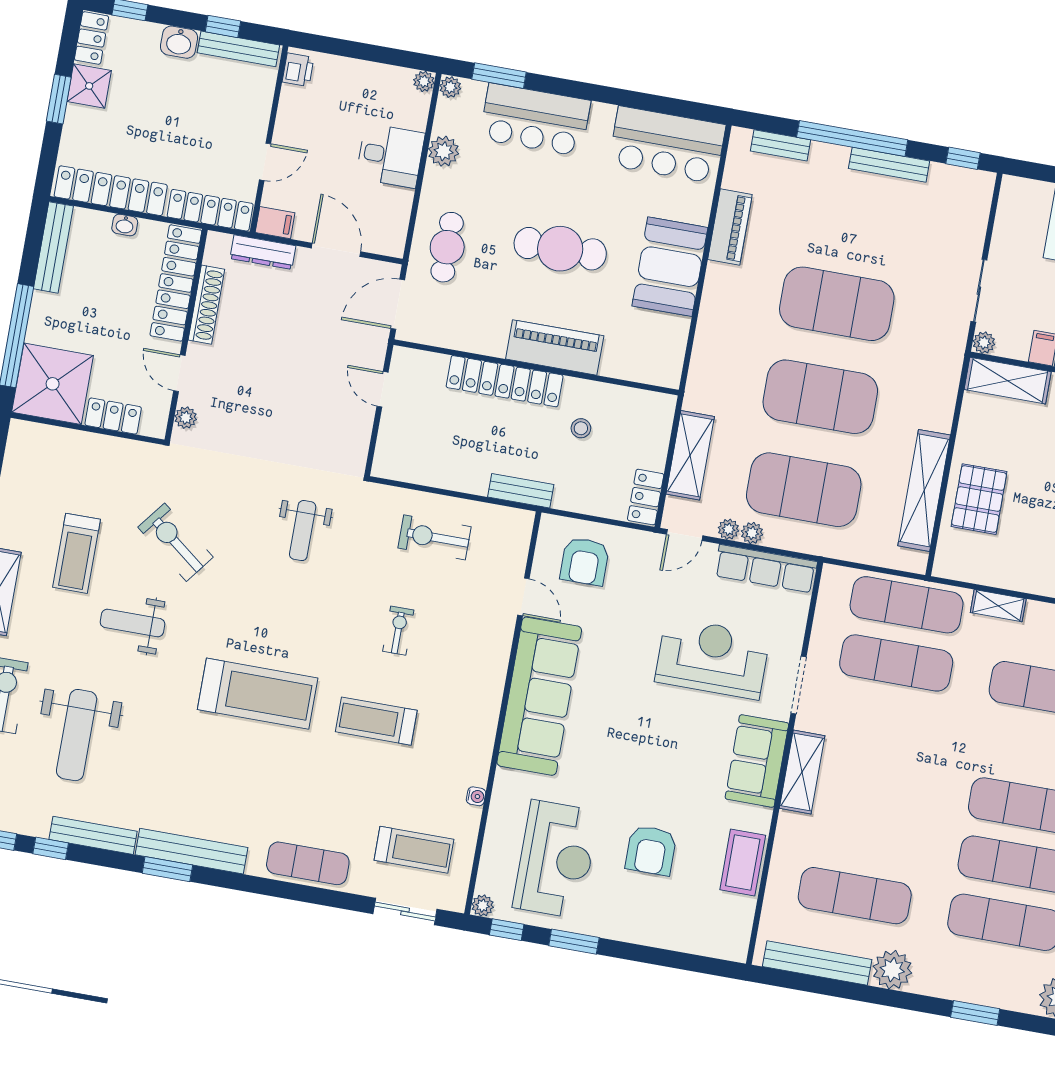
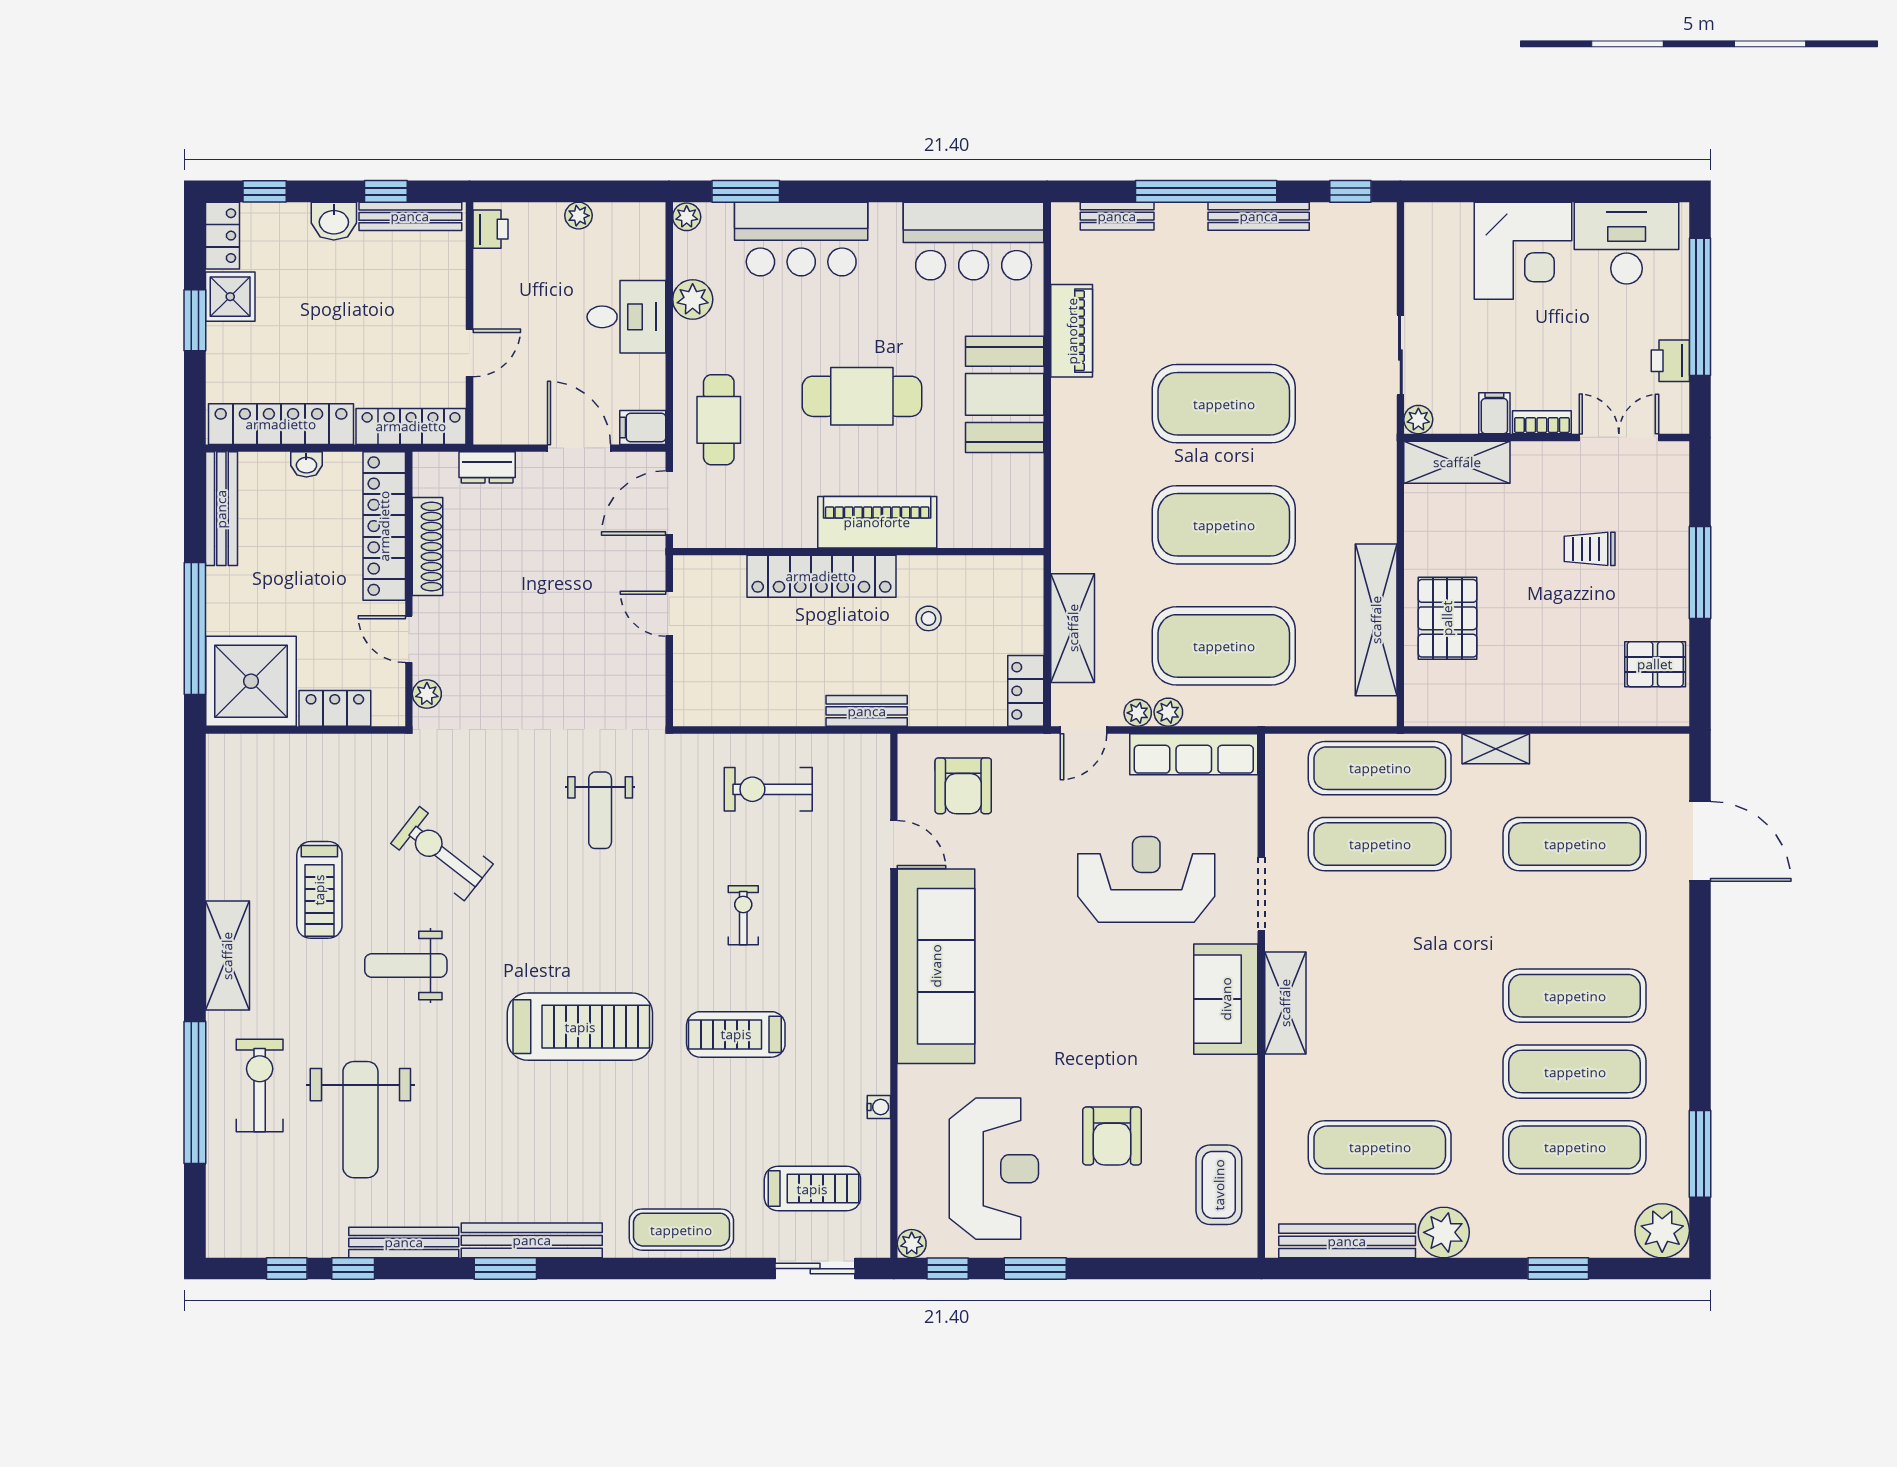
plant: (424, 81) -> (579, 216), moved
filing cabinet: (275, 223) -> (643, 427), moved, turned 180
dresser: (263, 252) -> (487, 467), width x0.70
coffee table: (743, 863) -> (1219, 1185), moved

